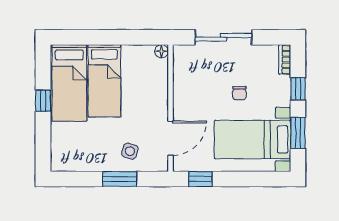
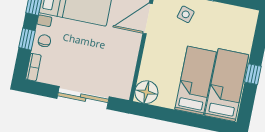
floor lamp: (162, 51) -> (146, 92), width x1.89, depth x1.89
chair: (239, 93) -> (44, 41), moved

